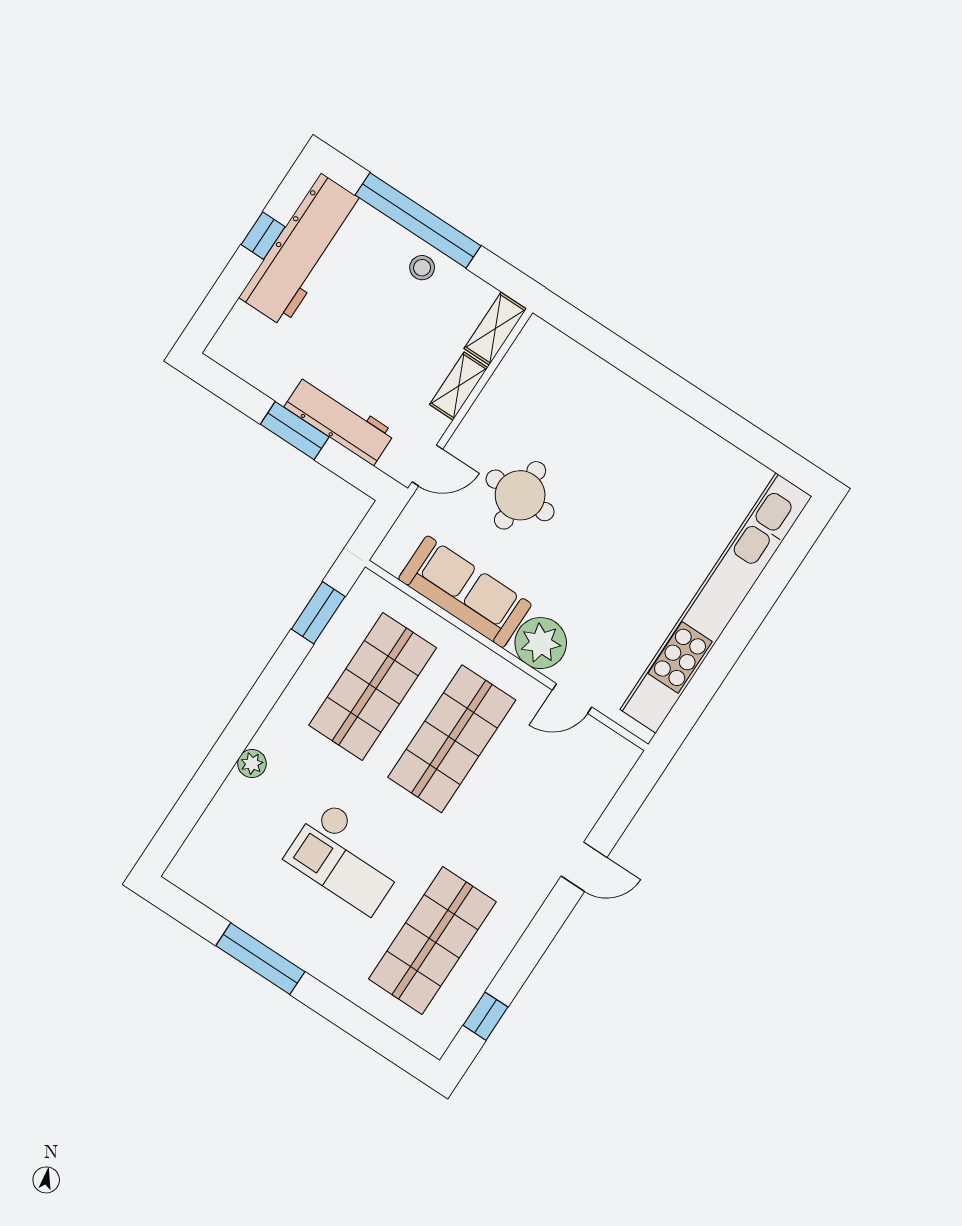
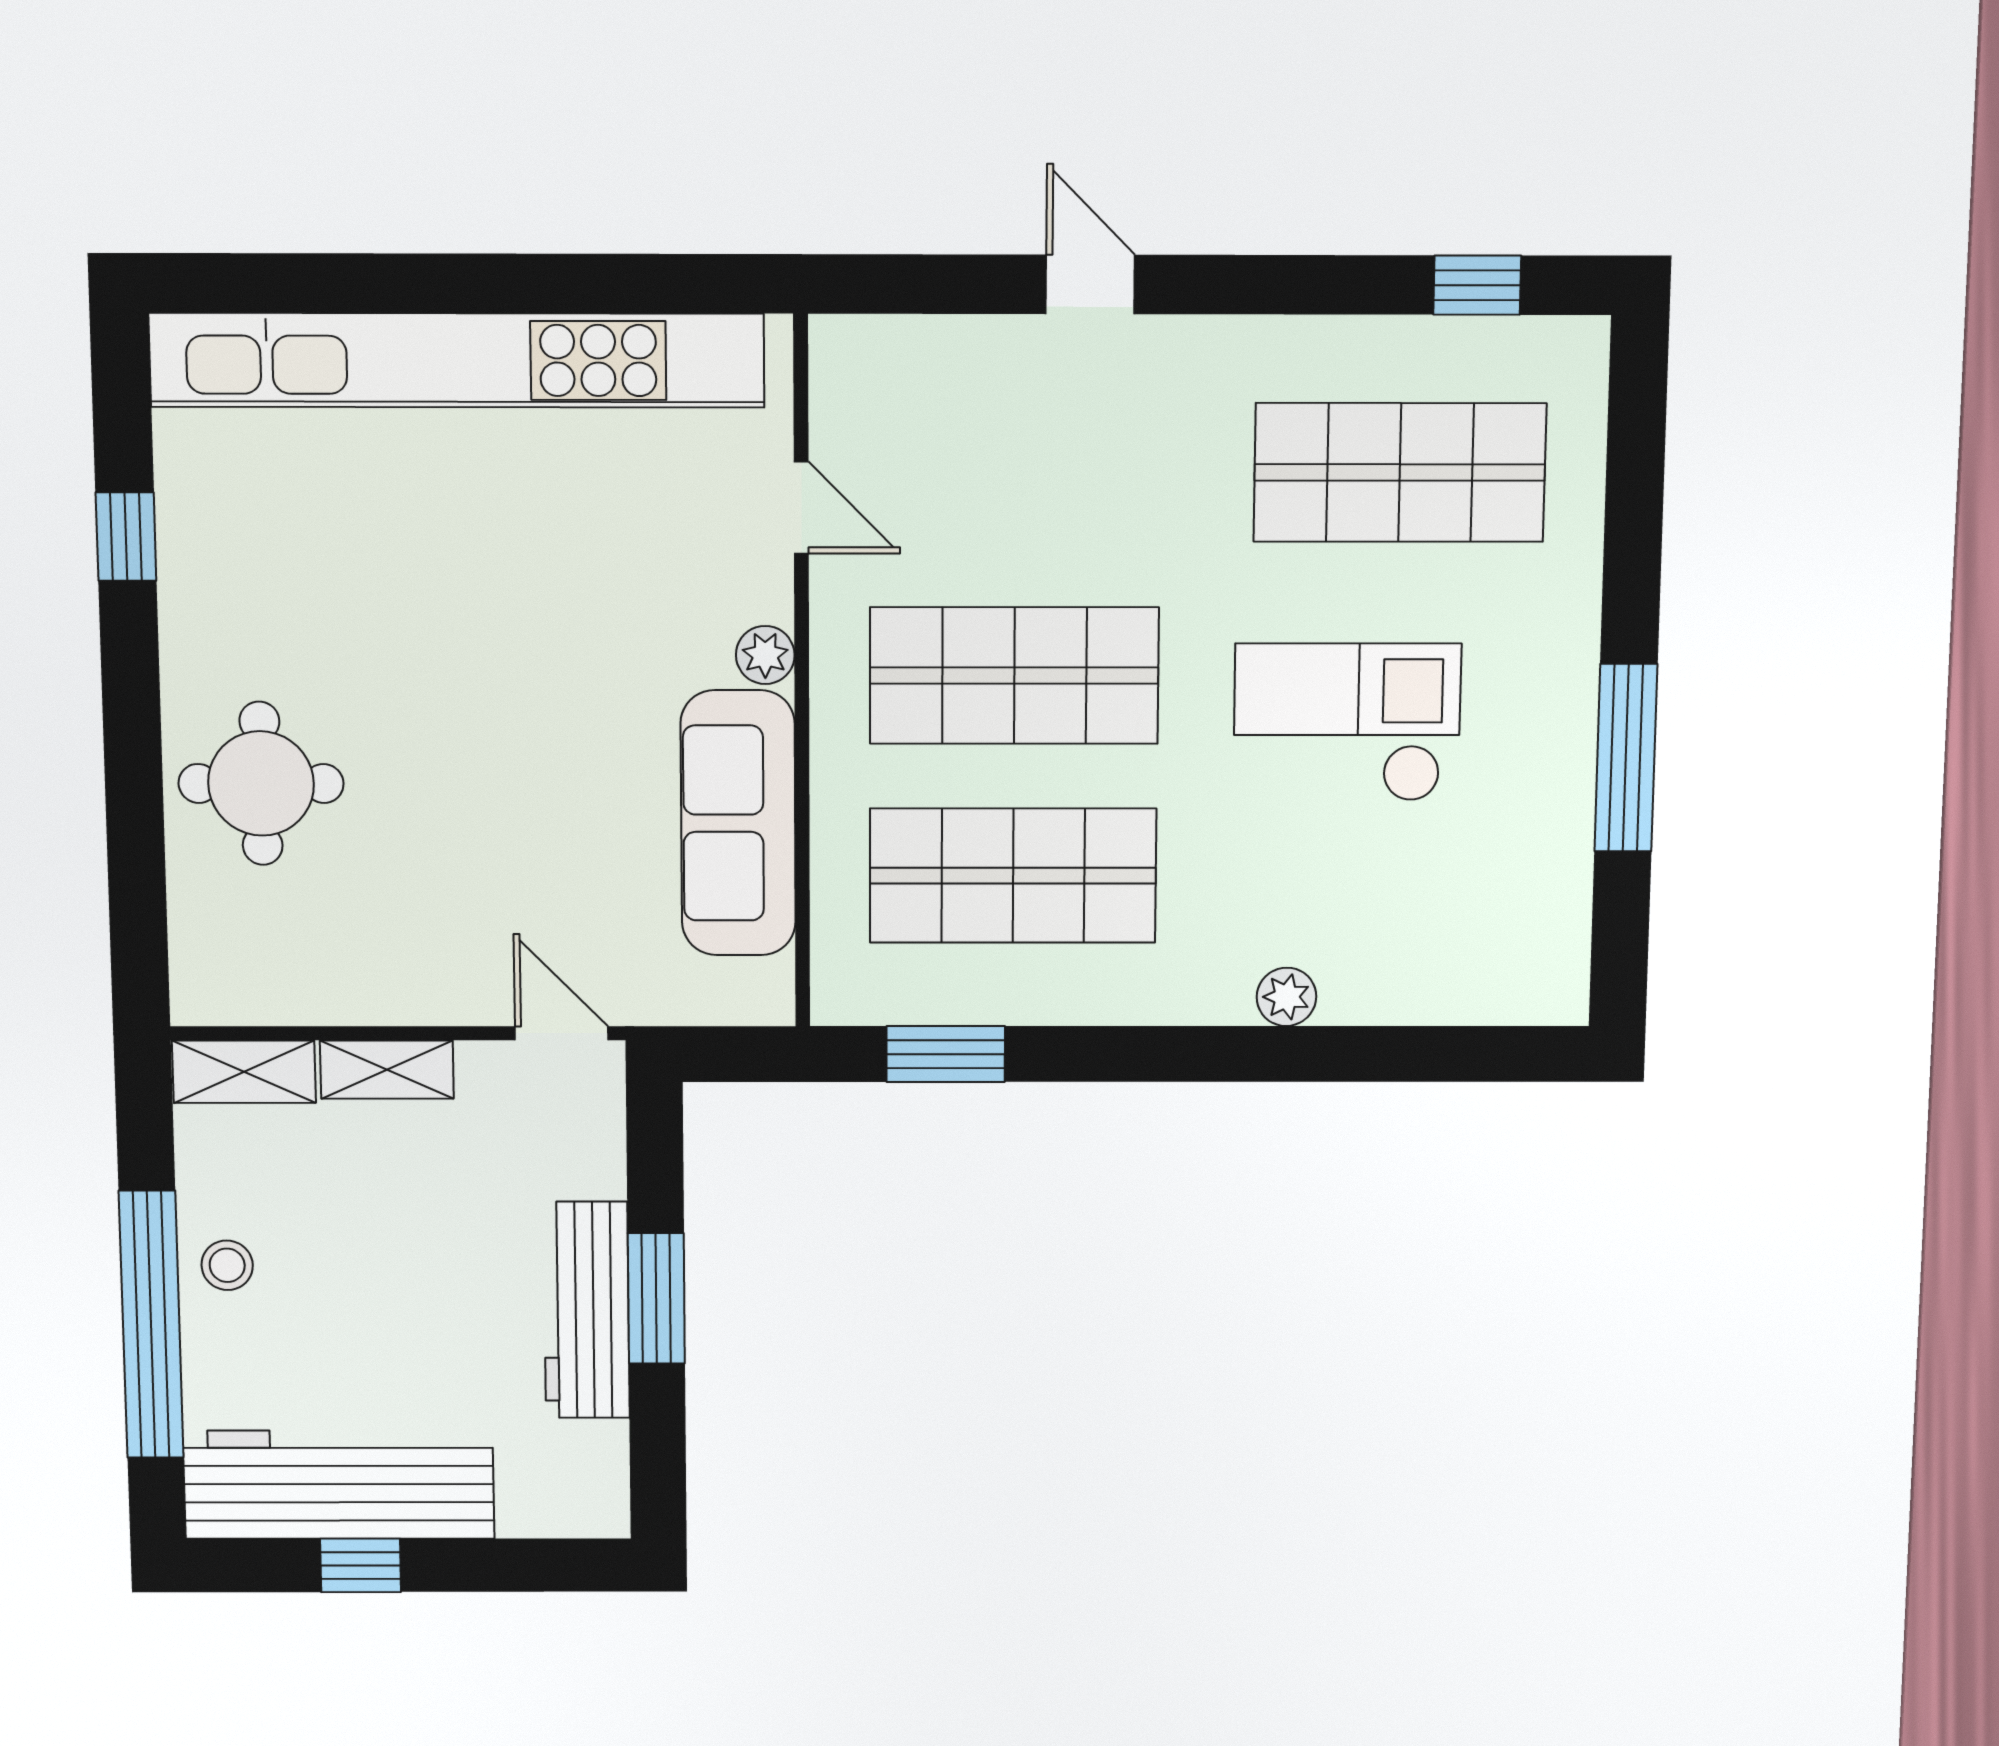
workbench: (340, 420) -> (586, 1310), moved
window: (734, 428) -> (126, 537), added
round table: (520, 495) -> (261, 783), moved
plant: (541, 643) -> (765, 655), width x0.53, depth x0.53
checkout: (347, 858) -> (1347, 722), turned -90

